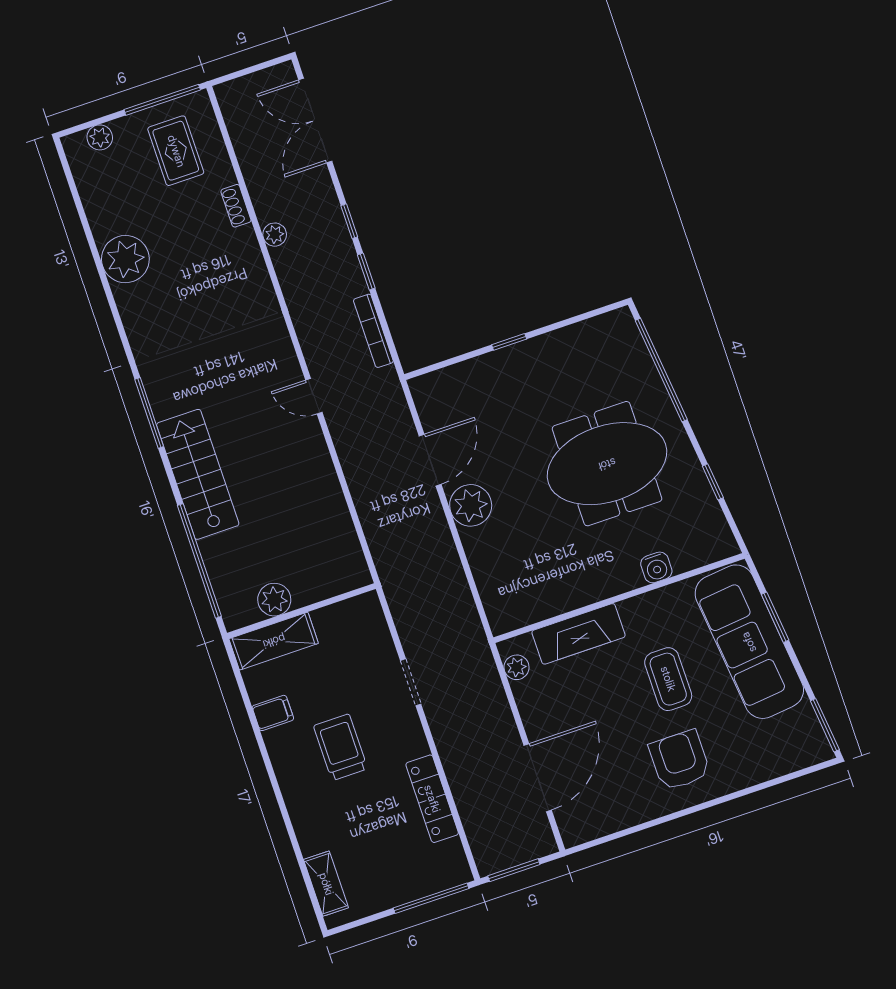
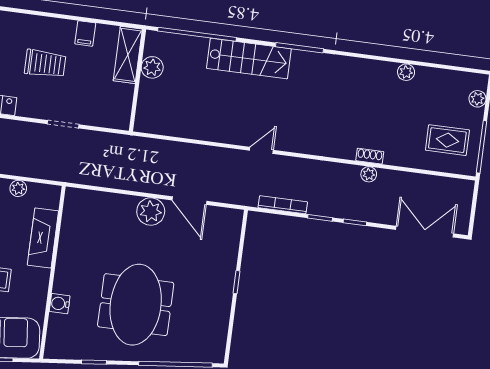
shoe rack: (236, 206) -> (370, 156), moved
plant: (125, 259) -> (406, 72), width x0.53, depth x0.53
plant: (517, 667) -> (18, 188), moved

